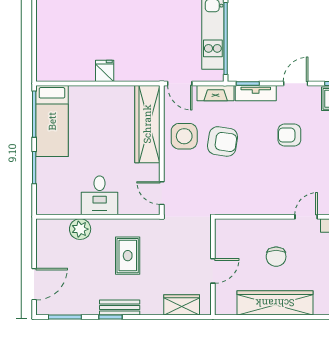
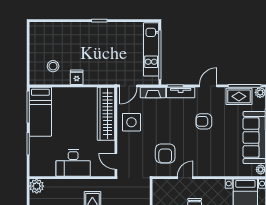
stool: (70, 55) -> (53, 66), added
door: (180, 83) -> (128, 86), hinge flipped
armchair: (223, 141) -> (165, 154), moved, turned 82
desk: (100, 195) -> (73, 163), width x1.37
door: (306, 217) -> (185, 178), moved
plant: (80, 229) -> (37, 186), moved

